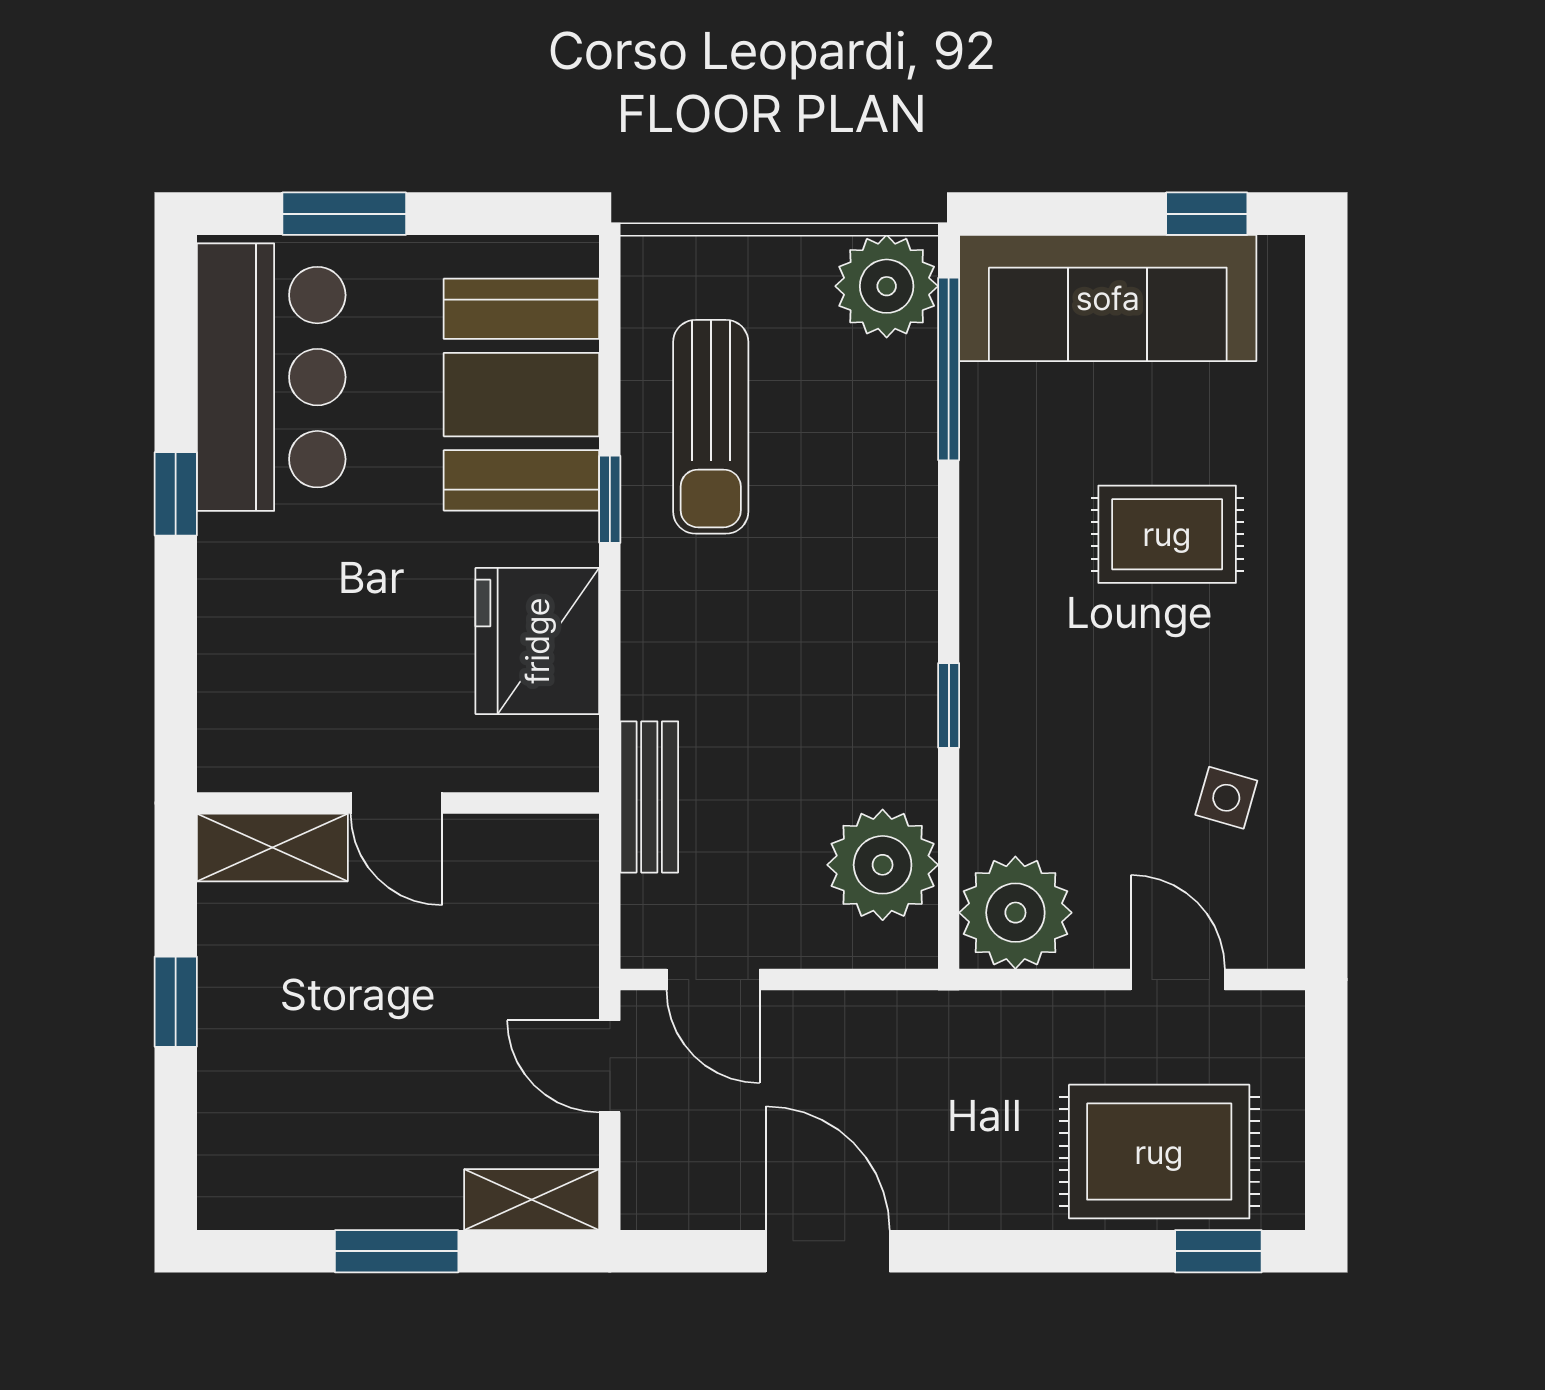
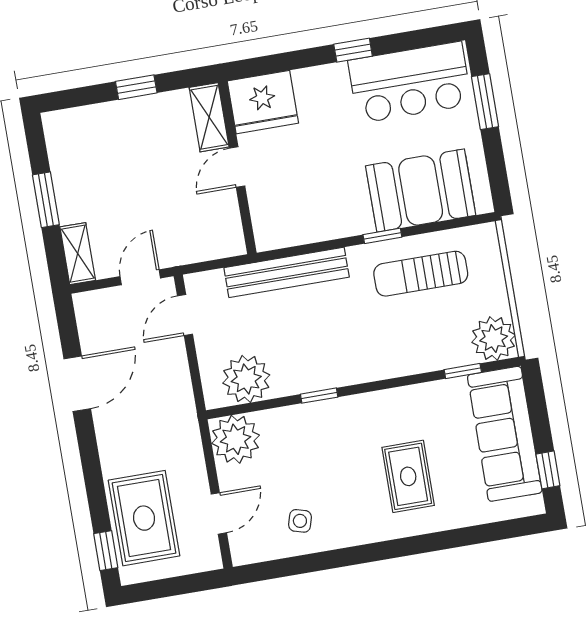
window: (949, 369) -> (463, 371), width x0.46
fridge: (537, 641) -> (263, 102), moved, turned 180
bench: (649, 797) -> (287, 272), width x1.86, depth x1.21

